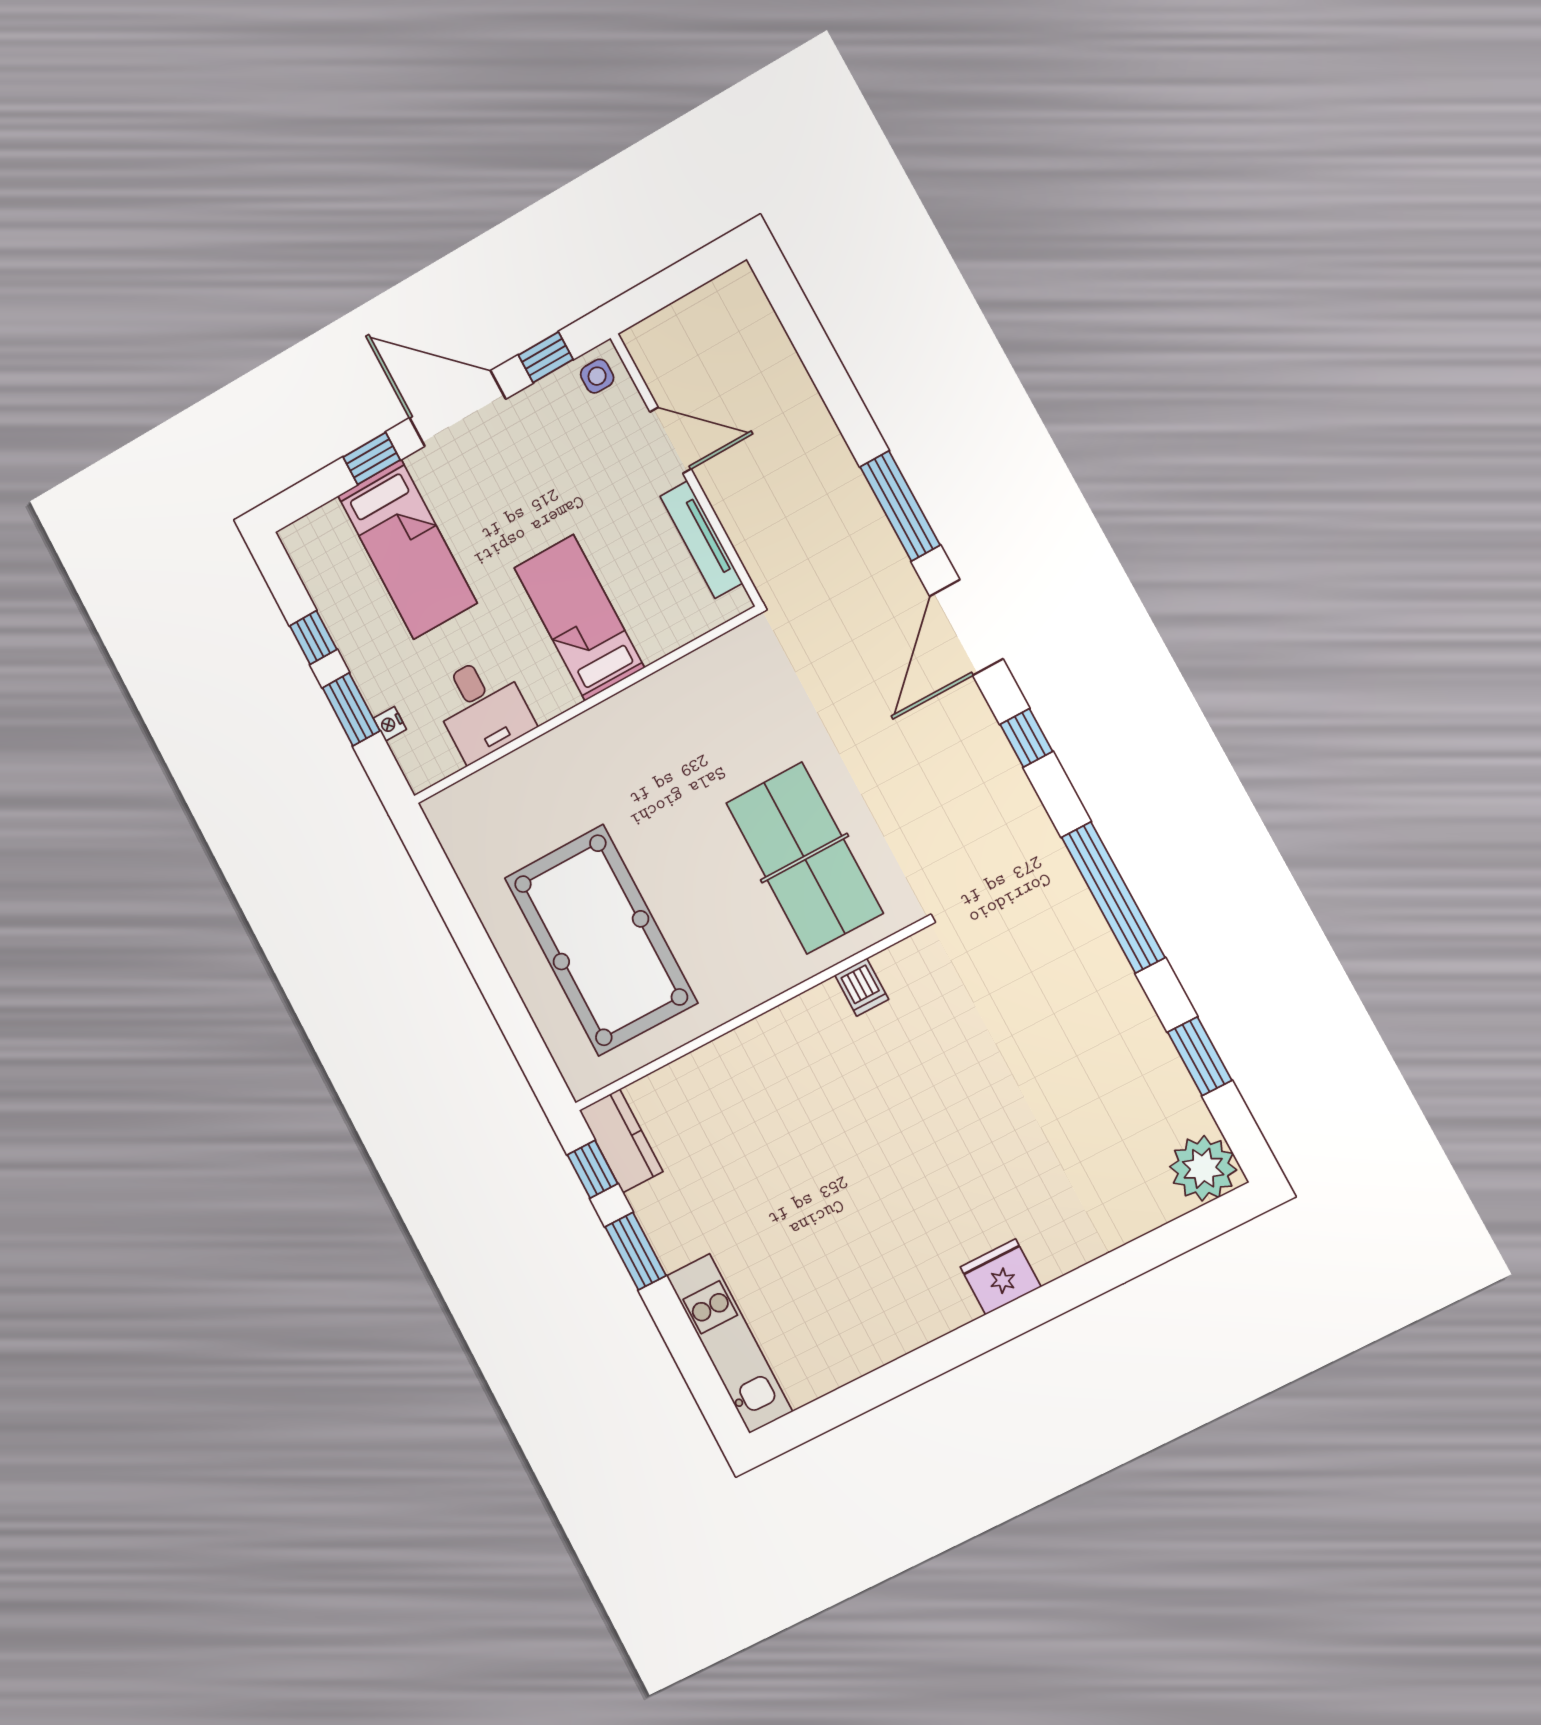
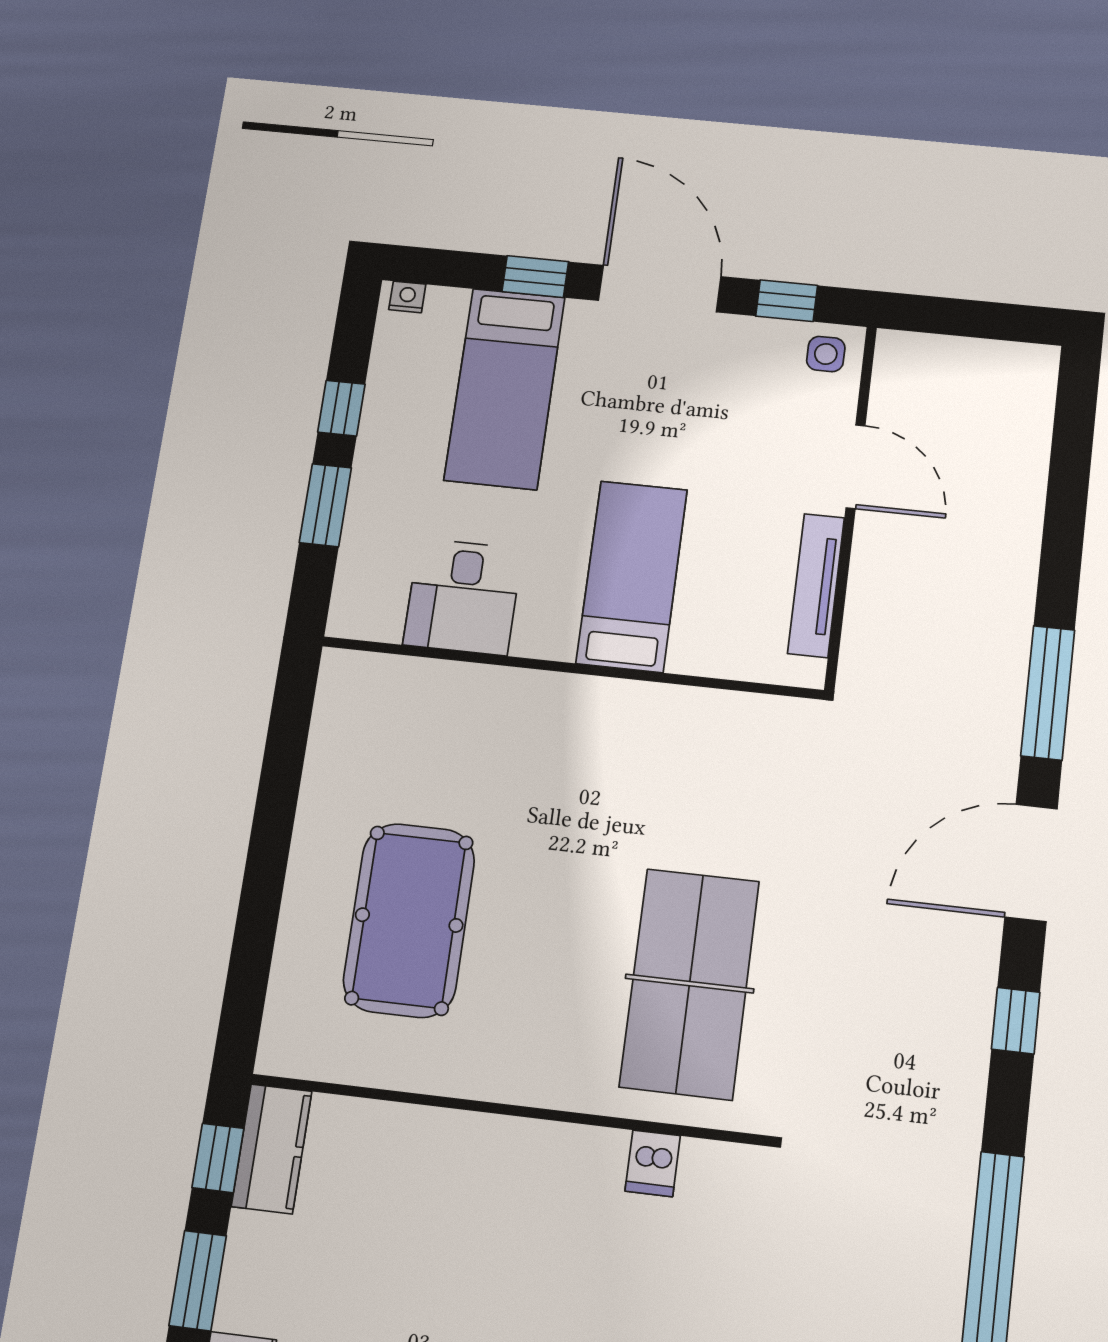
nightstand: (390, 724) -> (407, 297), moved, turned 90
pool table: (601, 940) -> (409, 920), width x0.73, depth x0.76

